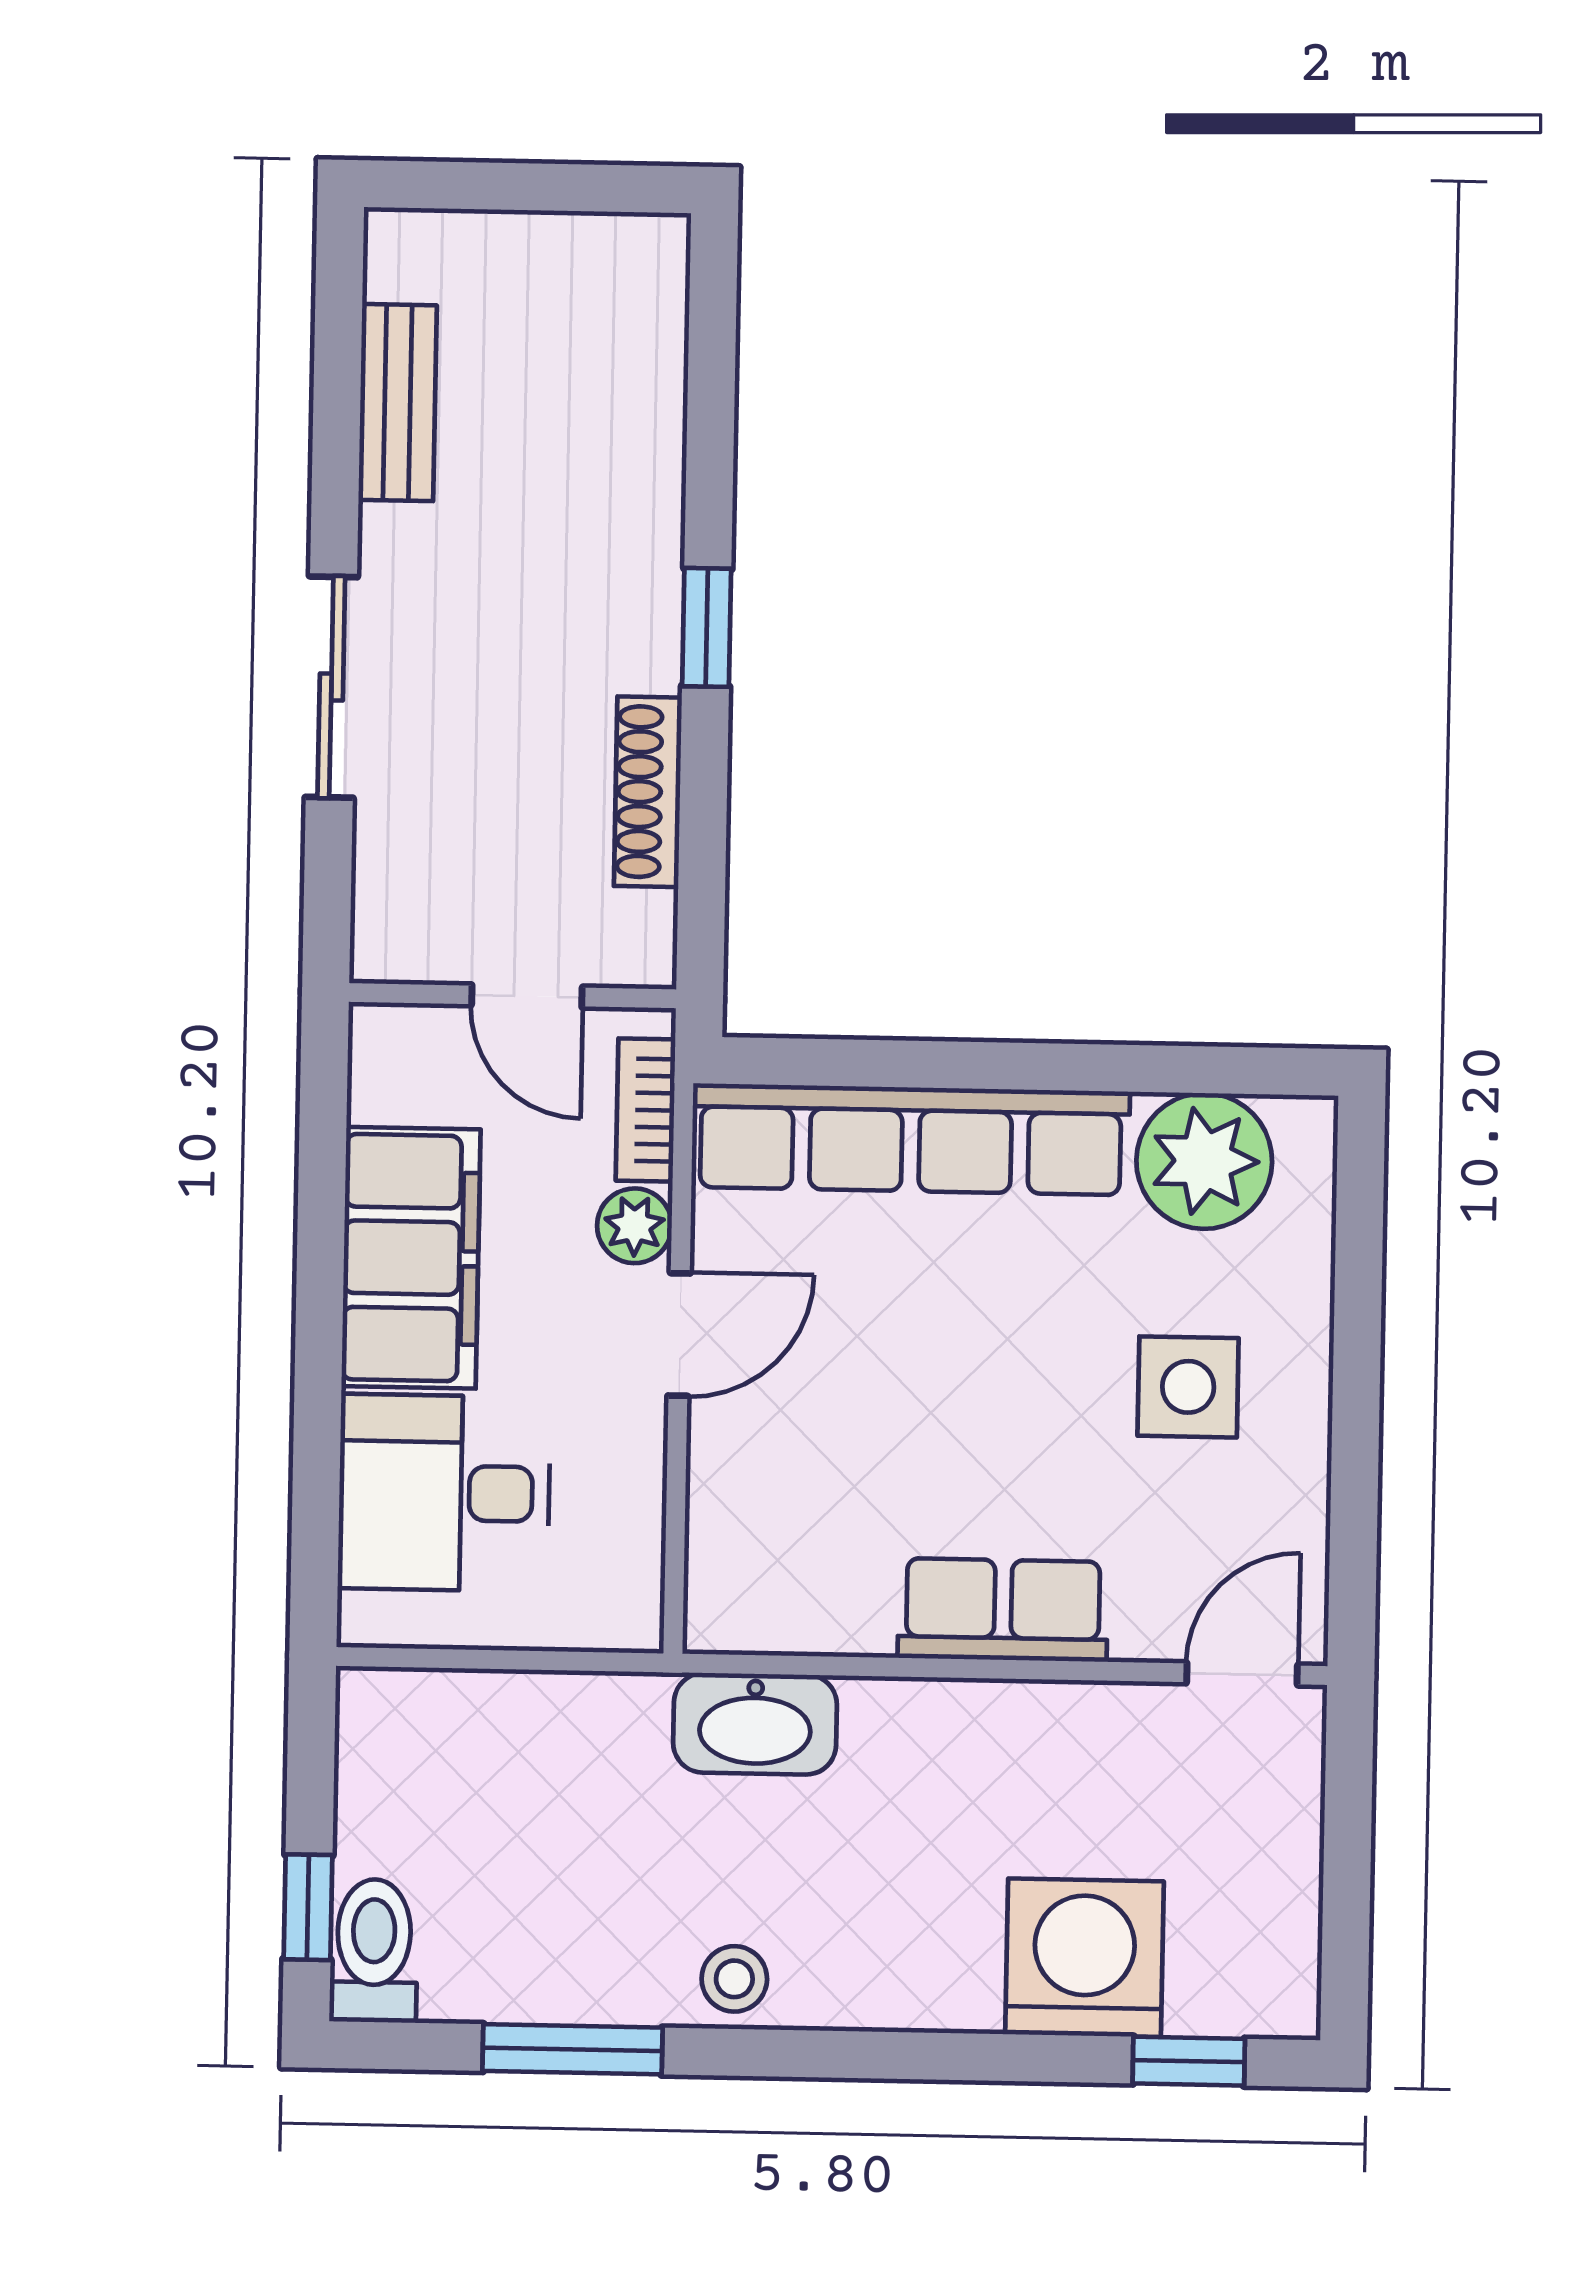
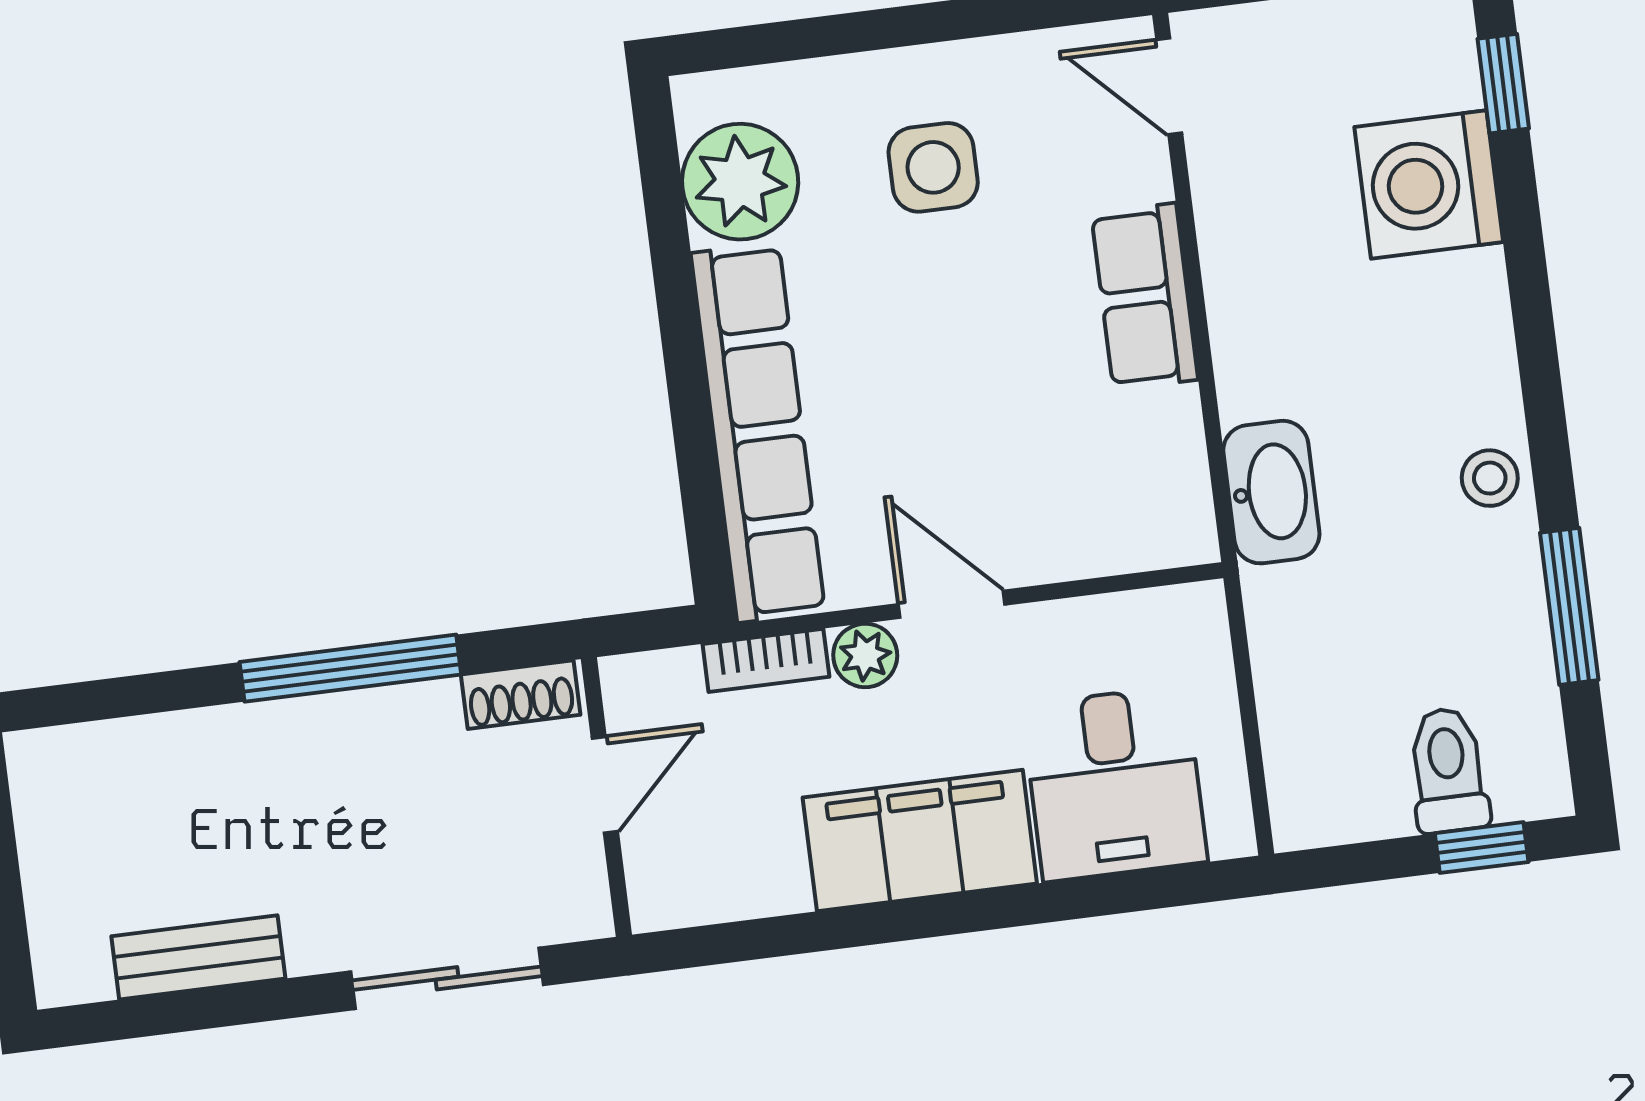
window: (707, 627) -> (350, 668), width x2.17
shoe rack: (648, 792) -> (521, 695), width x0.70
wall: (513, 996) -> (606, 797), moved
door: (527, 996) -> (605, 785), moved
toilet: (374, 1951) -> (1448, 770), moved, turned 90

